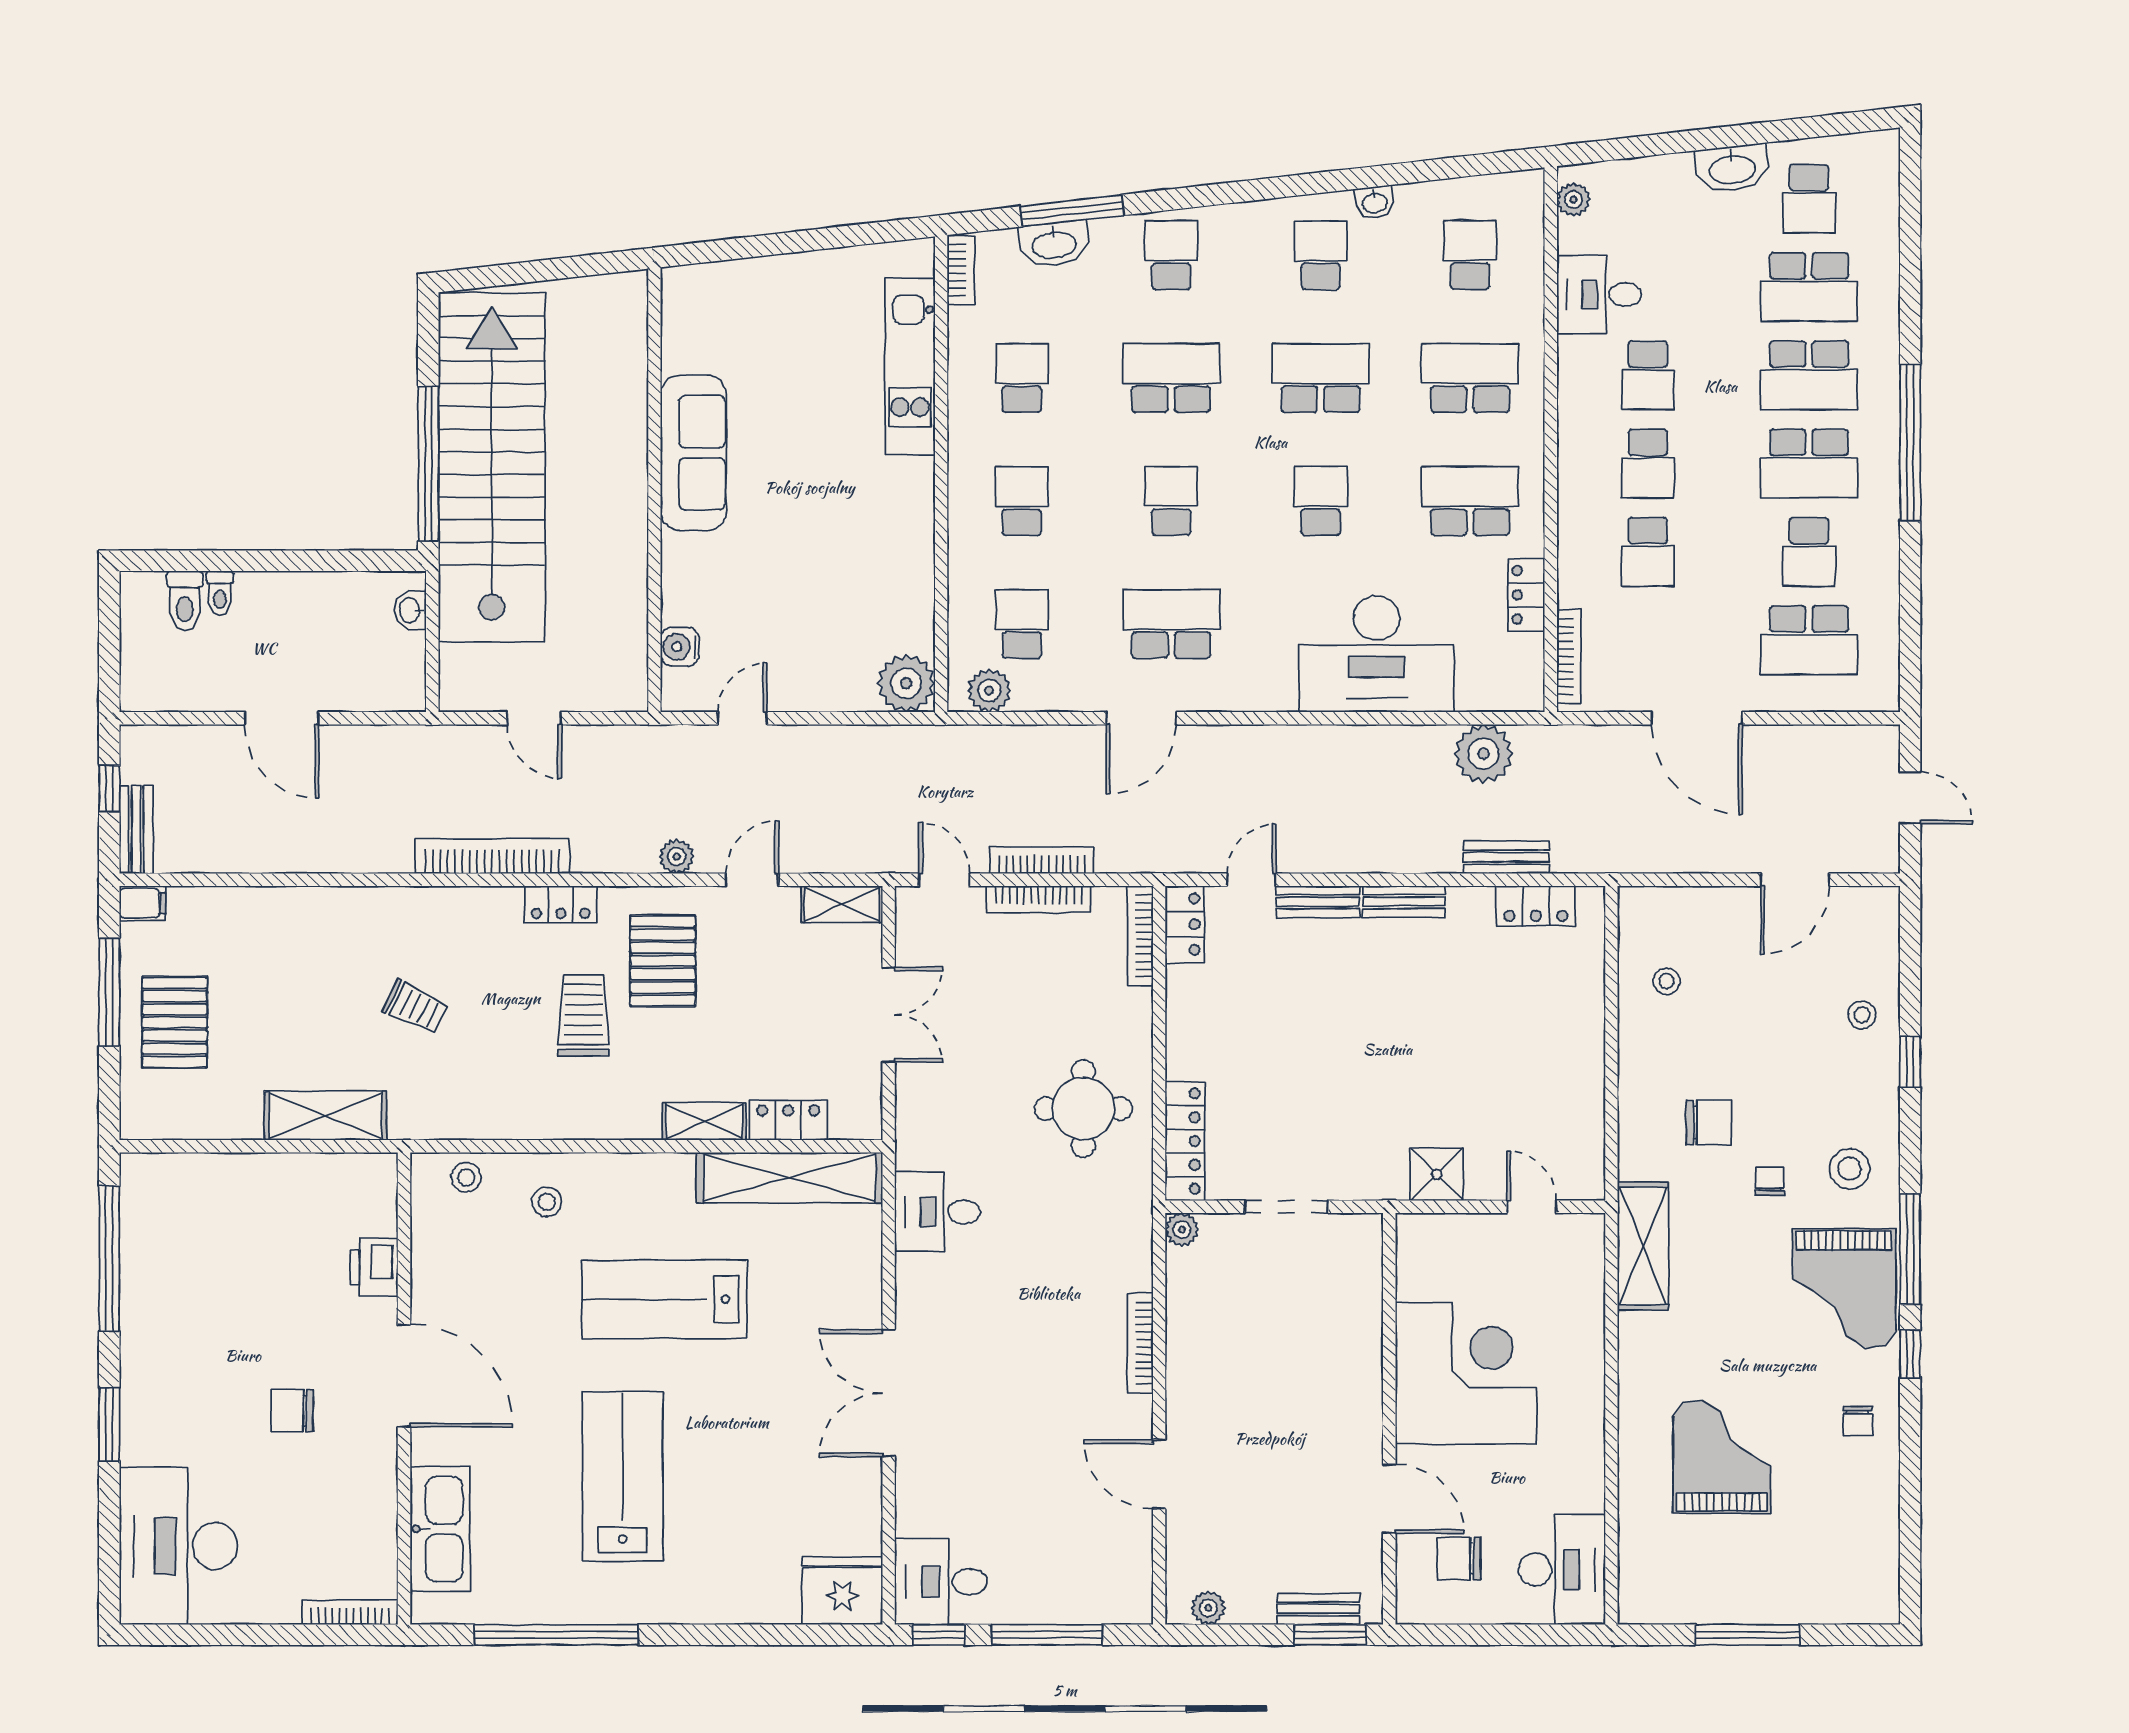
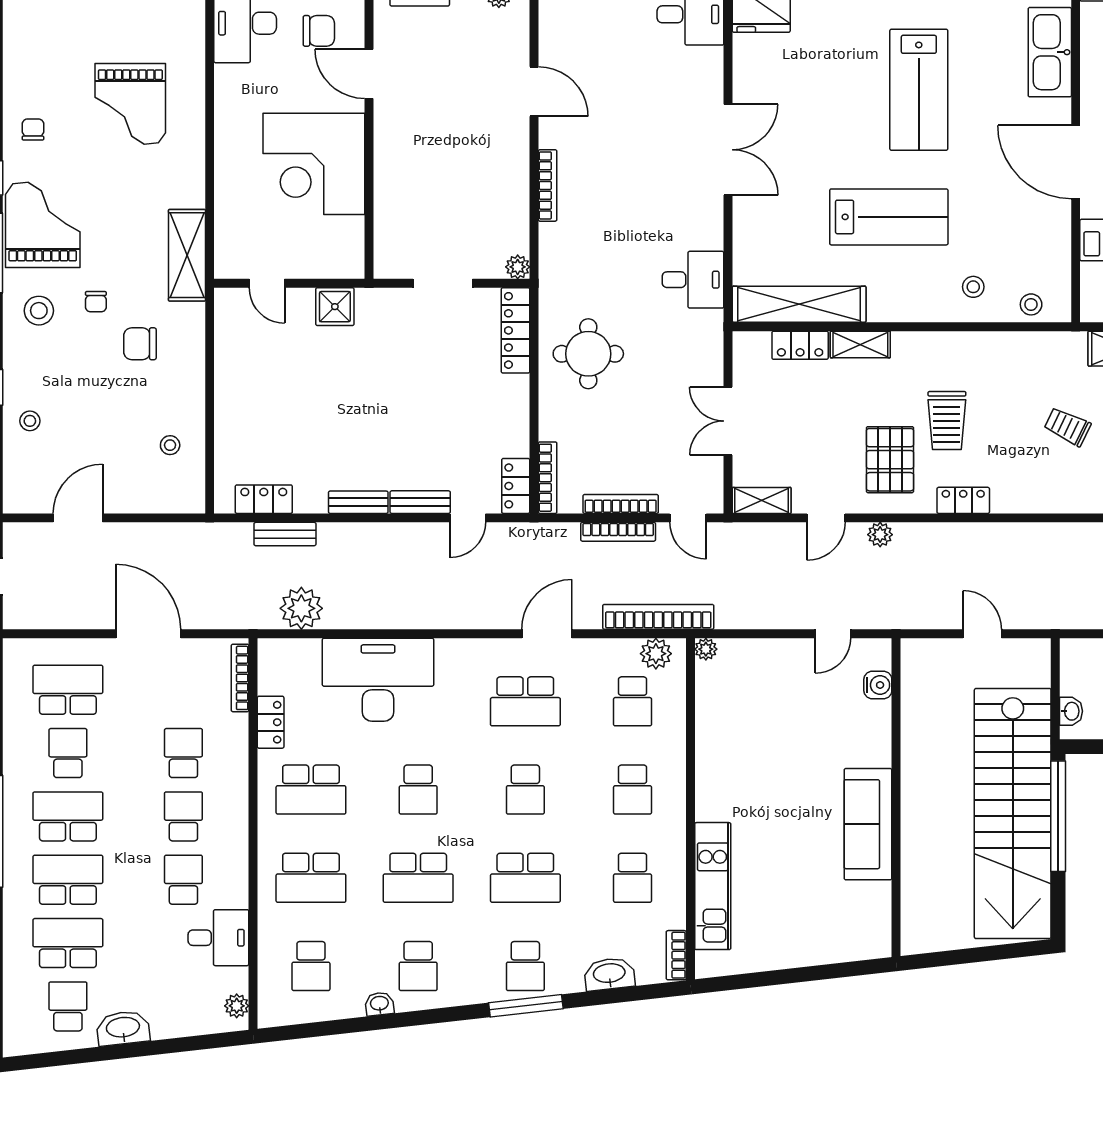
window: (1072, 211) -> (526, 1006), moved
plant: (906, 683) -> (706, 649), width x0.53, depth x0.53
bookcase: (492, 856) -> (658, 617), moved, turned 180

